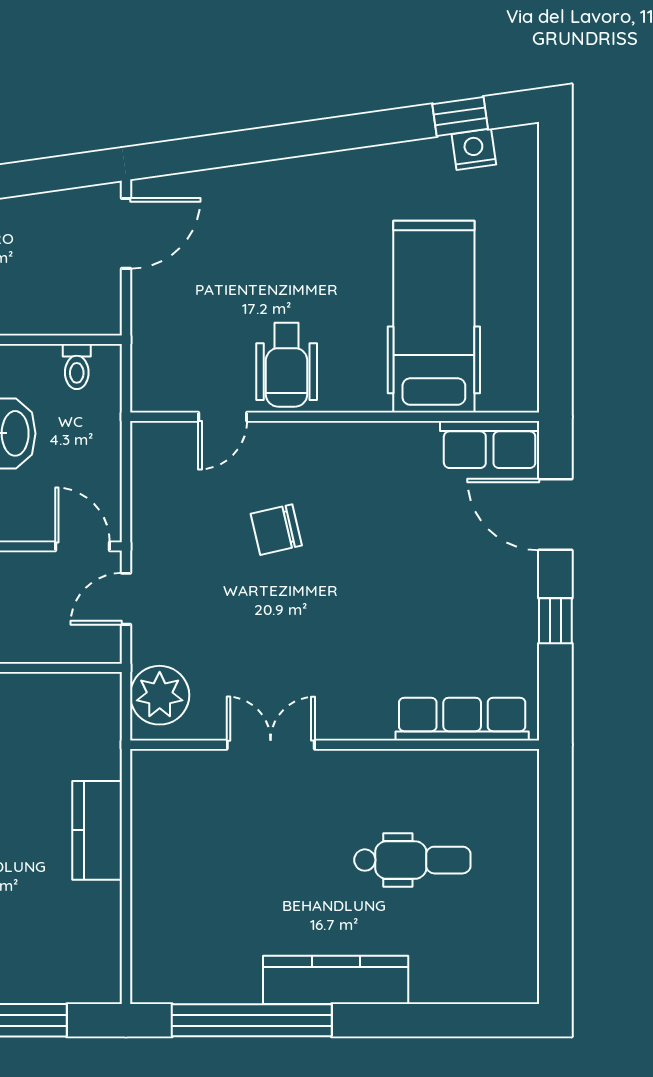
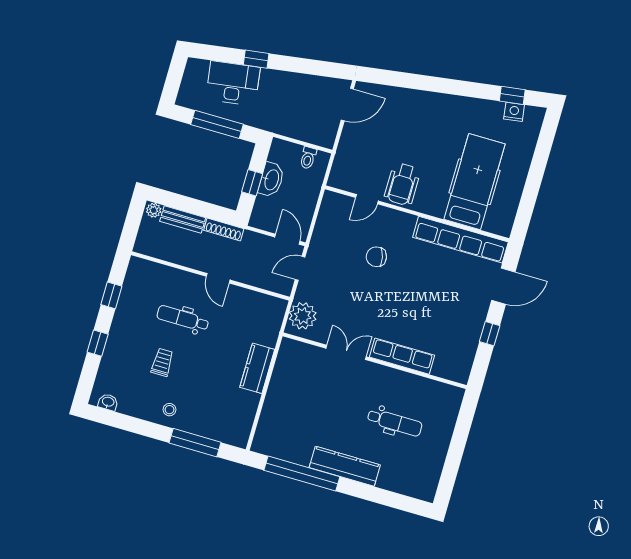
row of seats: (490, 444) -> (460, 240), width x2.02
door: (555, 515) -> (503, 286), swing flipped
row of seats: (462, 719) -> (402, 356), moved

